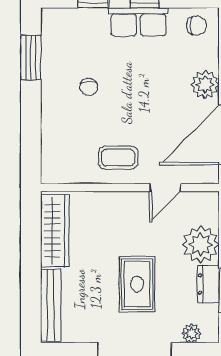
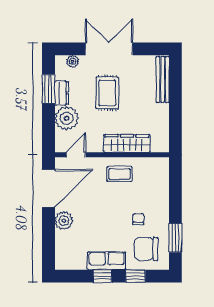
chair: (196, 26) -> (146, 249), moved, width x1.87, depth x1.87
door: (165, 188) -> (76, 155), moved
wardrobe: (55, 231) -> (127, 143), moved, turned 90

